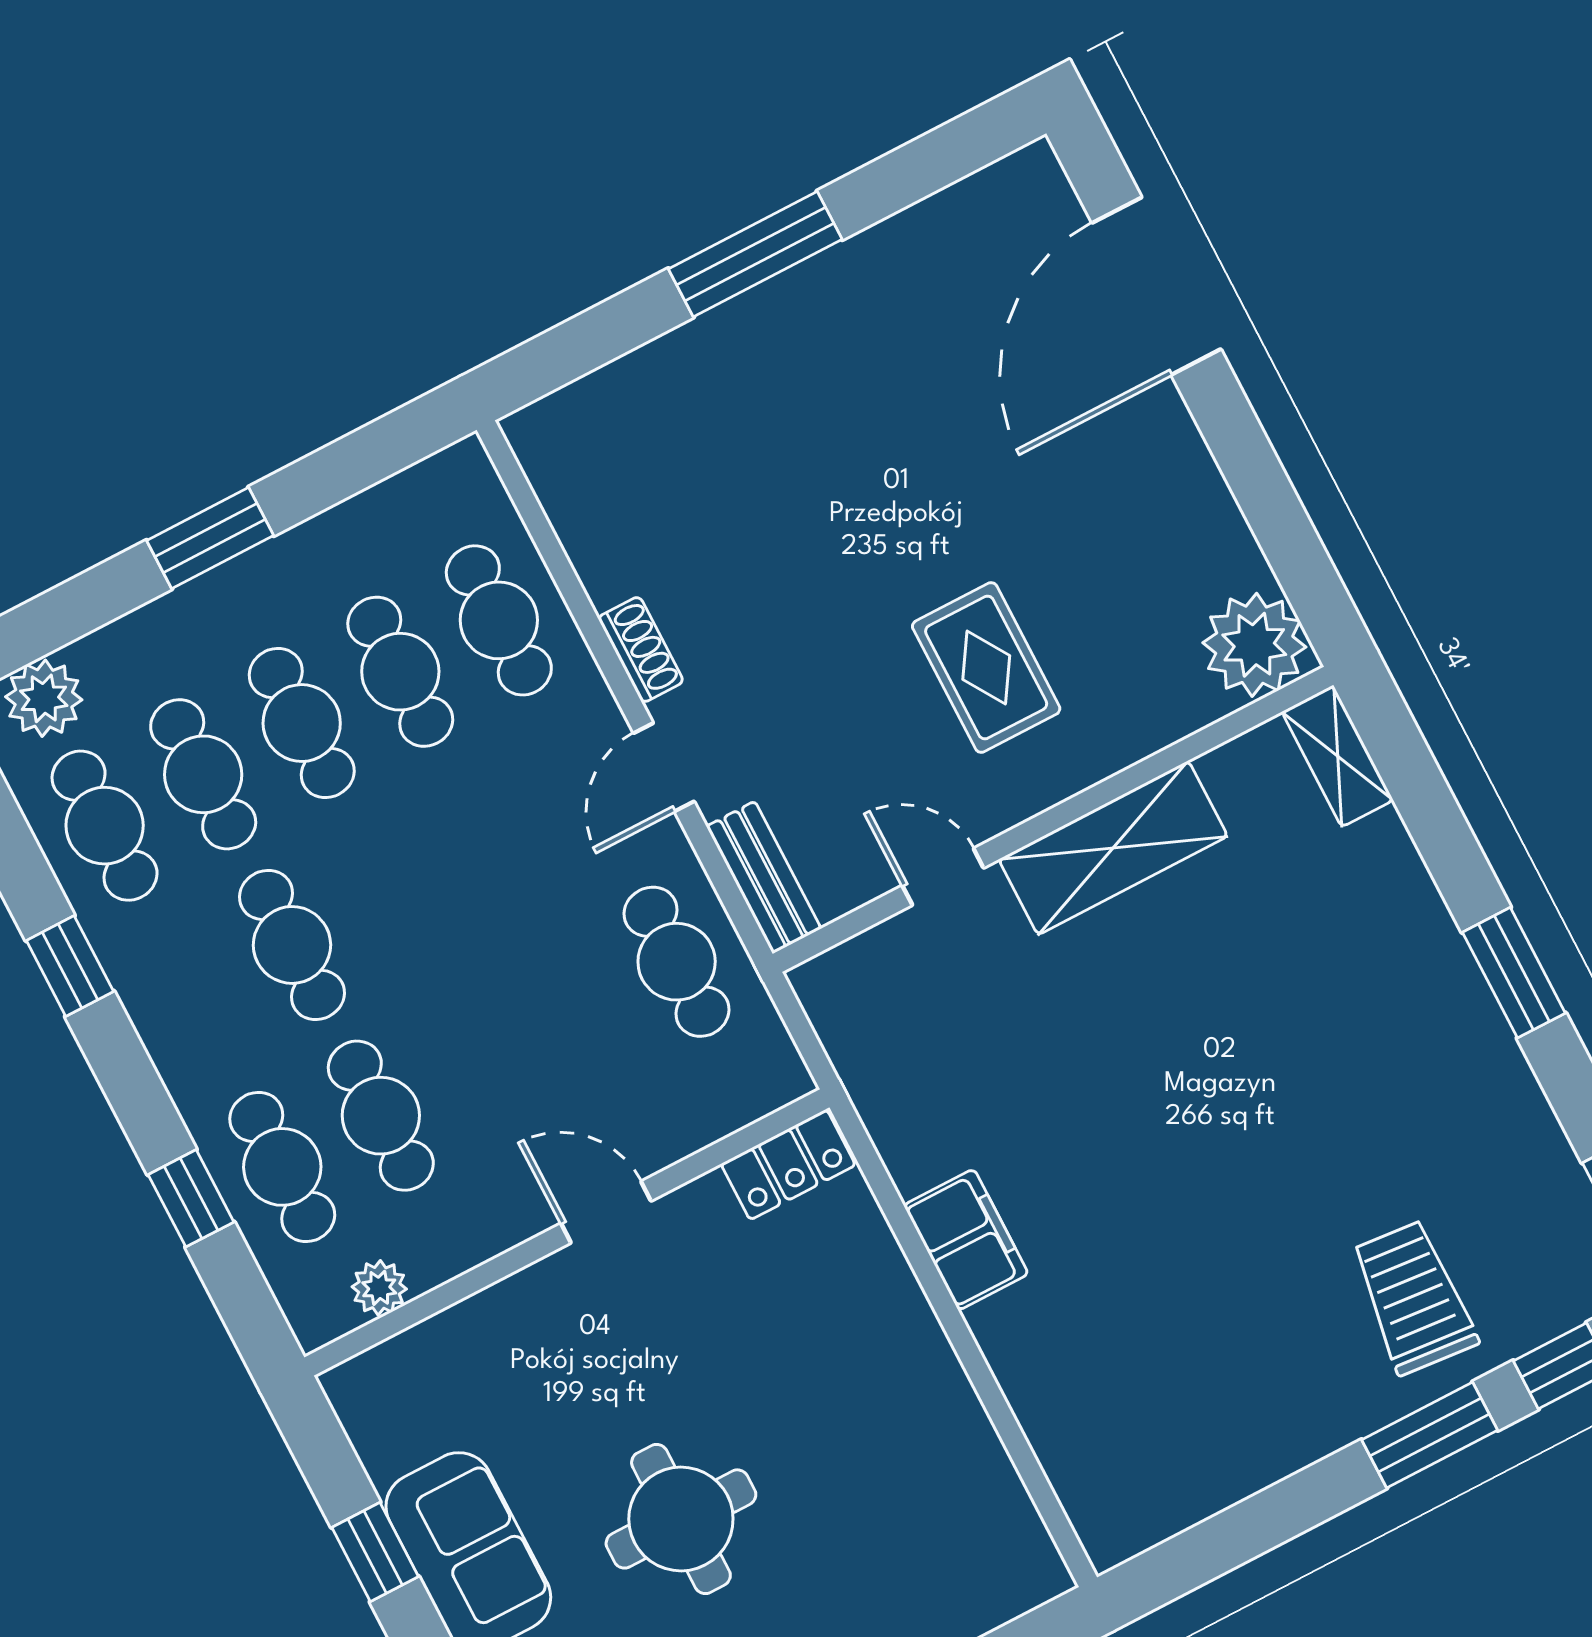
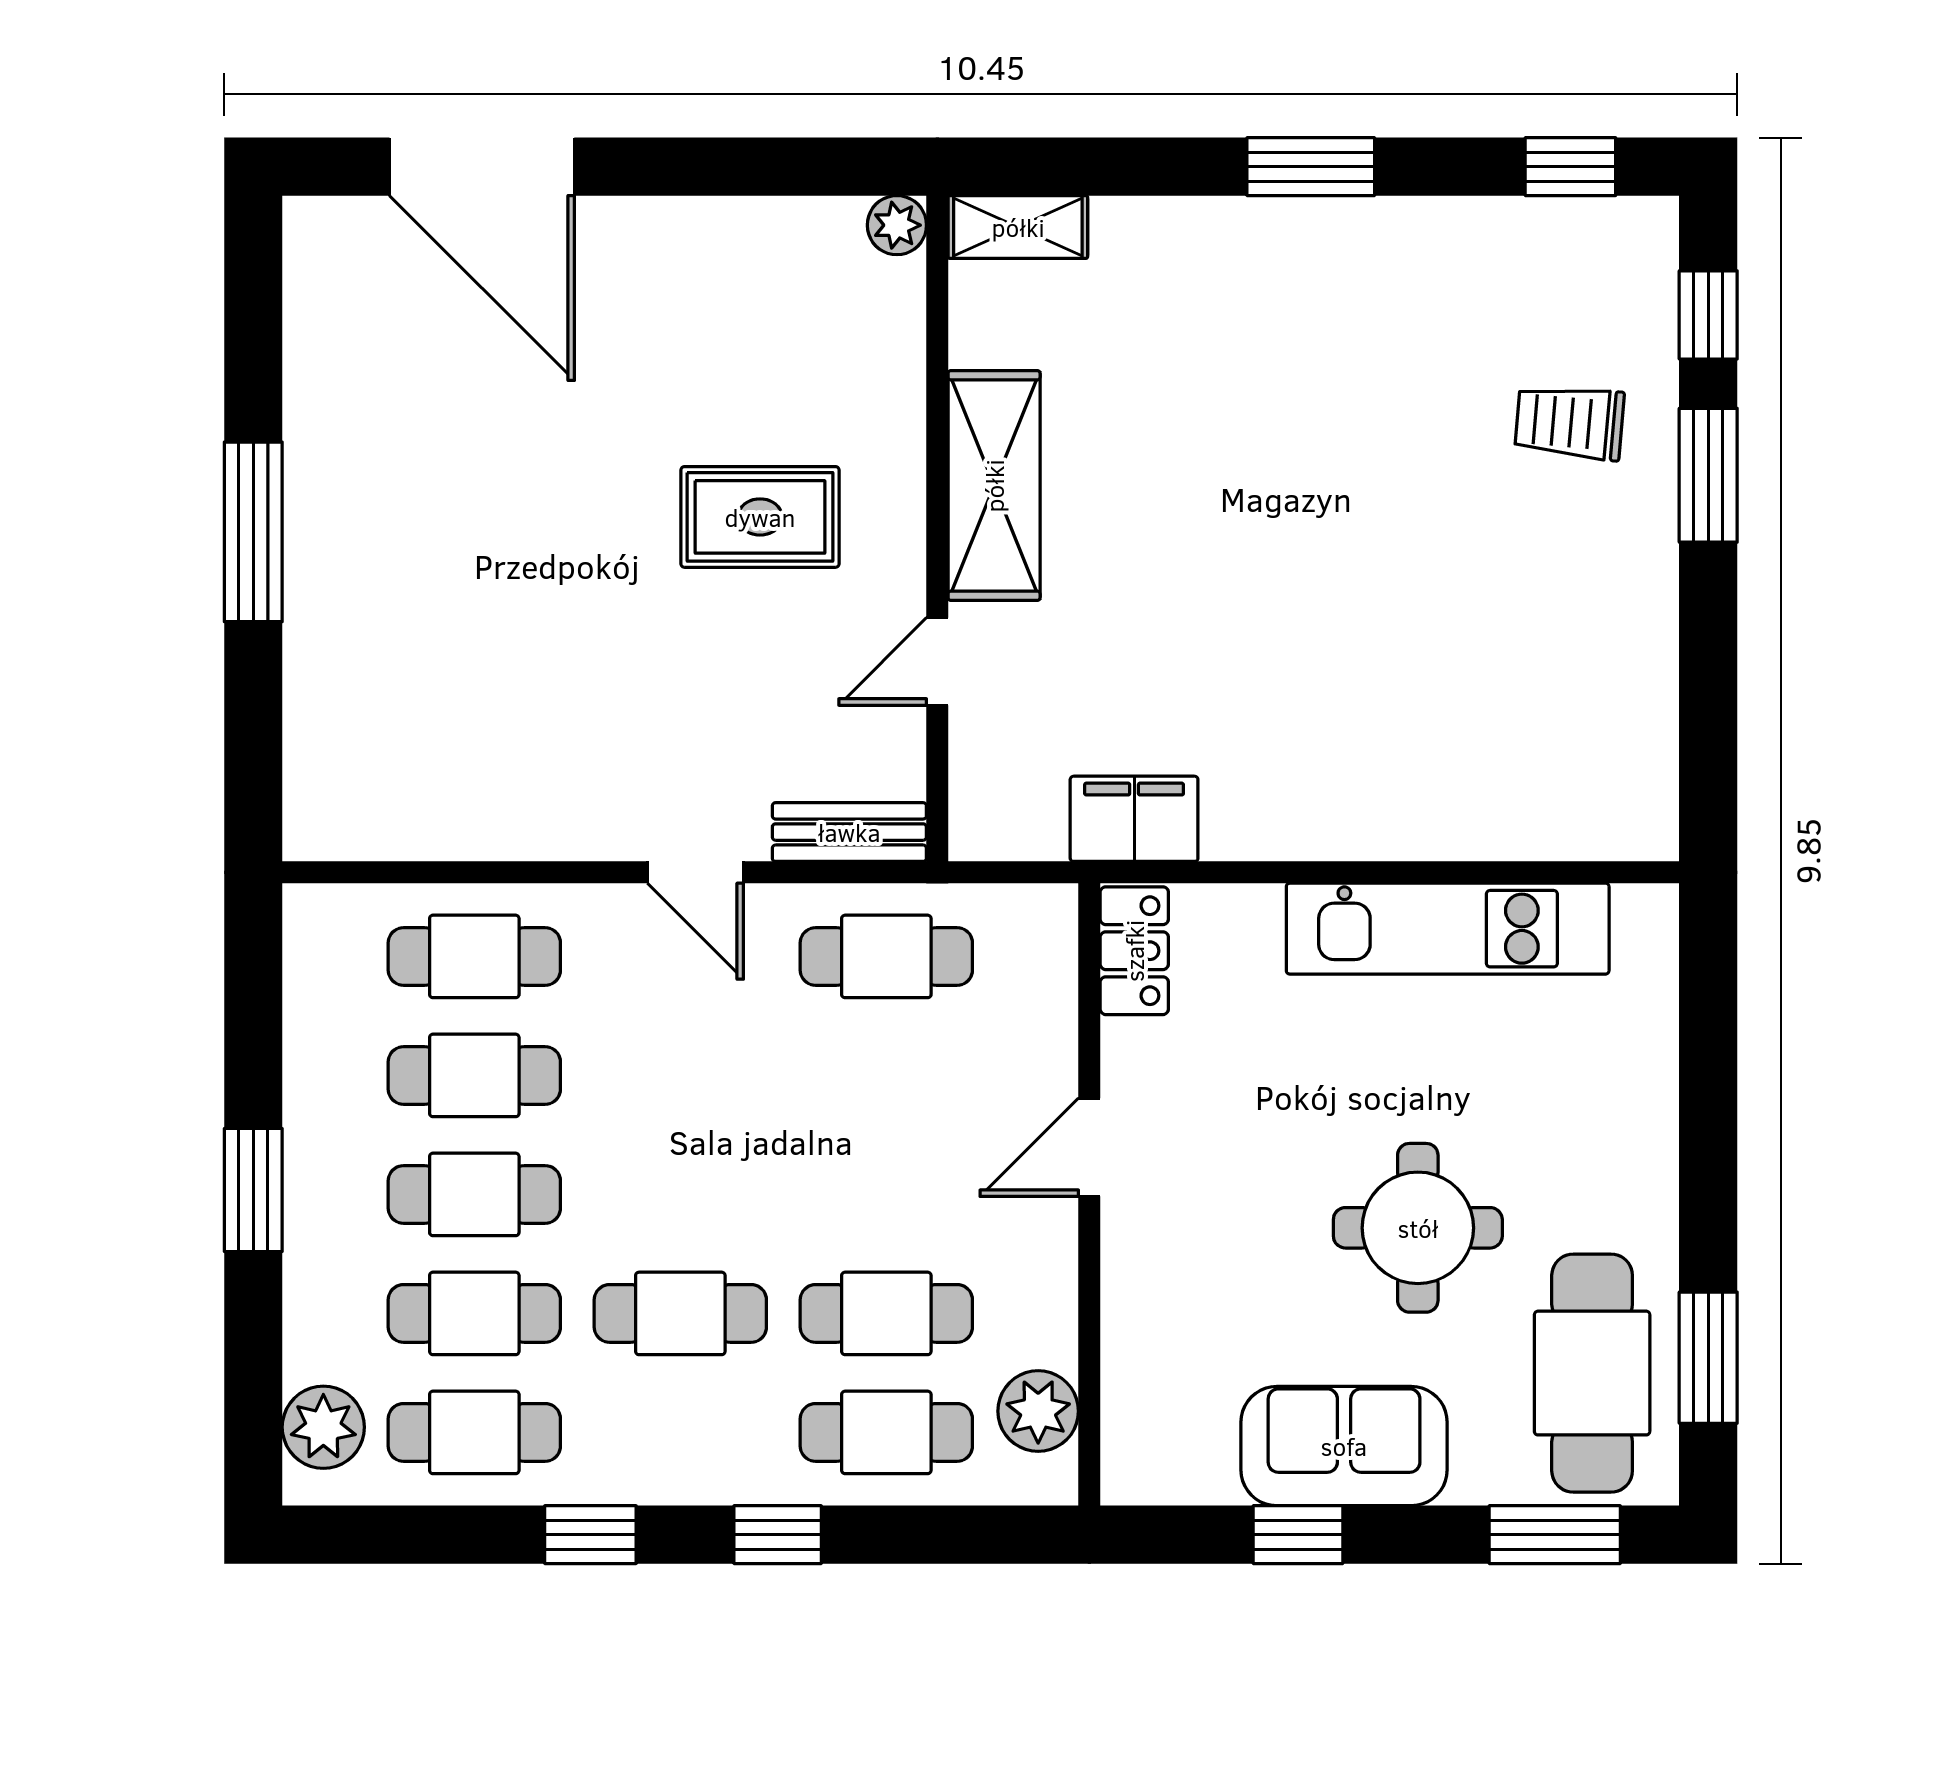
plant: (1254, 645) -> (897, 225), width x0.53, depth x0.53
shoe rack: (641, 650) -> (572, 836), removed
window: (191, 1198) -> (778, 1535), moved
filing cabinet: (966, 1240) -> (1134, 819), moved
plant: (379, 1288) -> (1038, 1411), width x1.38, depth x1.38
trolley: (1414, 1297) -> (1569, 422), width x0.73, depth x0.72
kitchen unit: (942, 1415) -> (1448, 929), added

